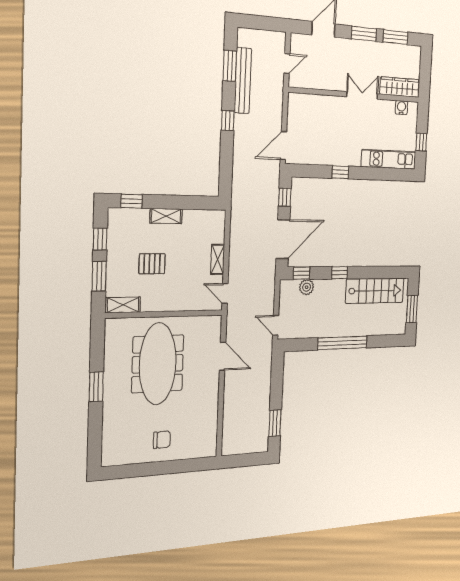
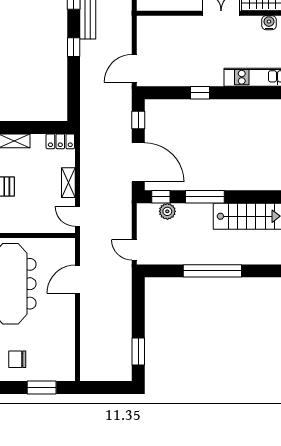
locker: (211, 217) -> (60, 141), added
door: (283, 239) -> (138, 162), hinge flipped
window: (340, 273) -> (205, 197), width x2.17
door: (223, 356) -> (78, 279), swing flipped
chair: (162, 440) -> (17, 359), turned 180
window: (185, 466) -> (42, 387), added

